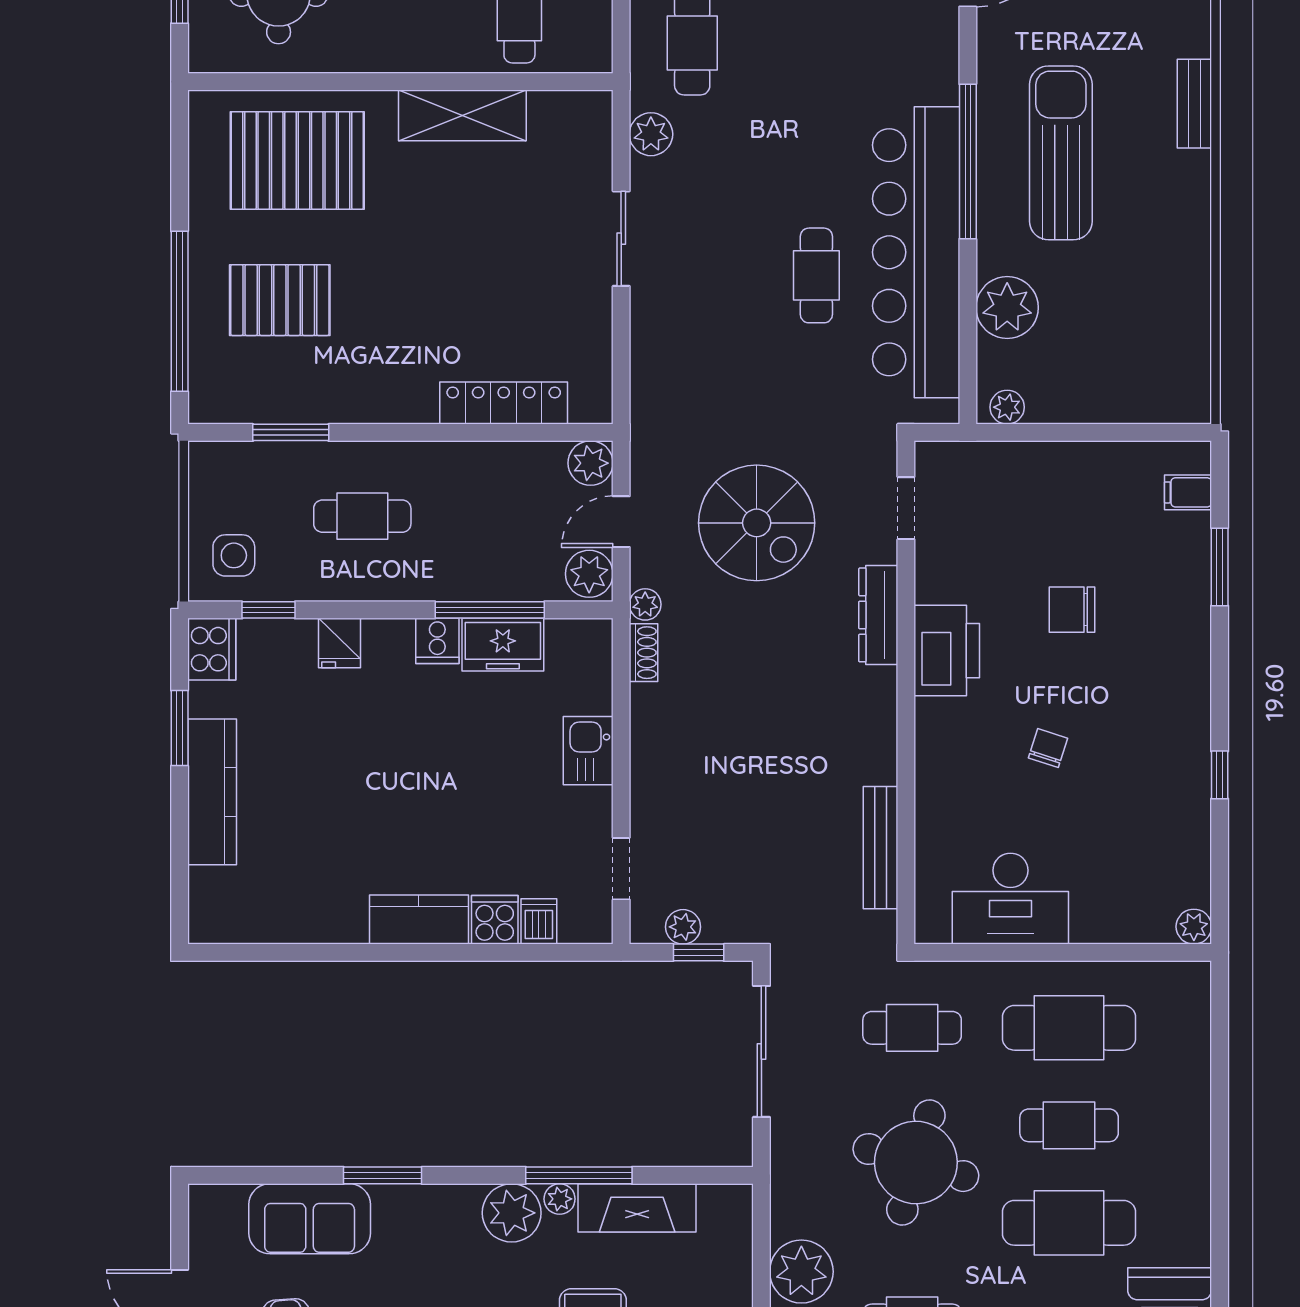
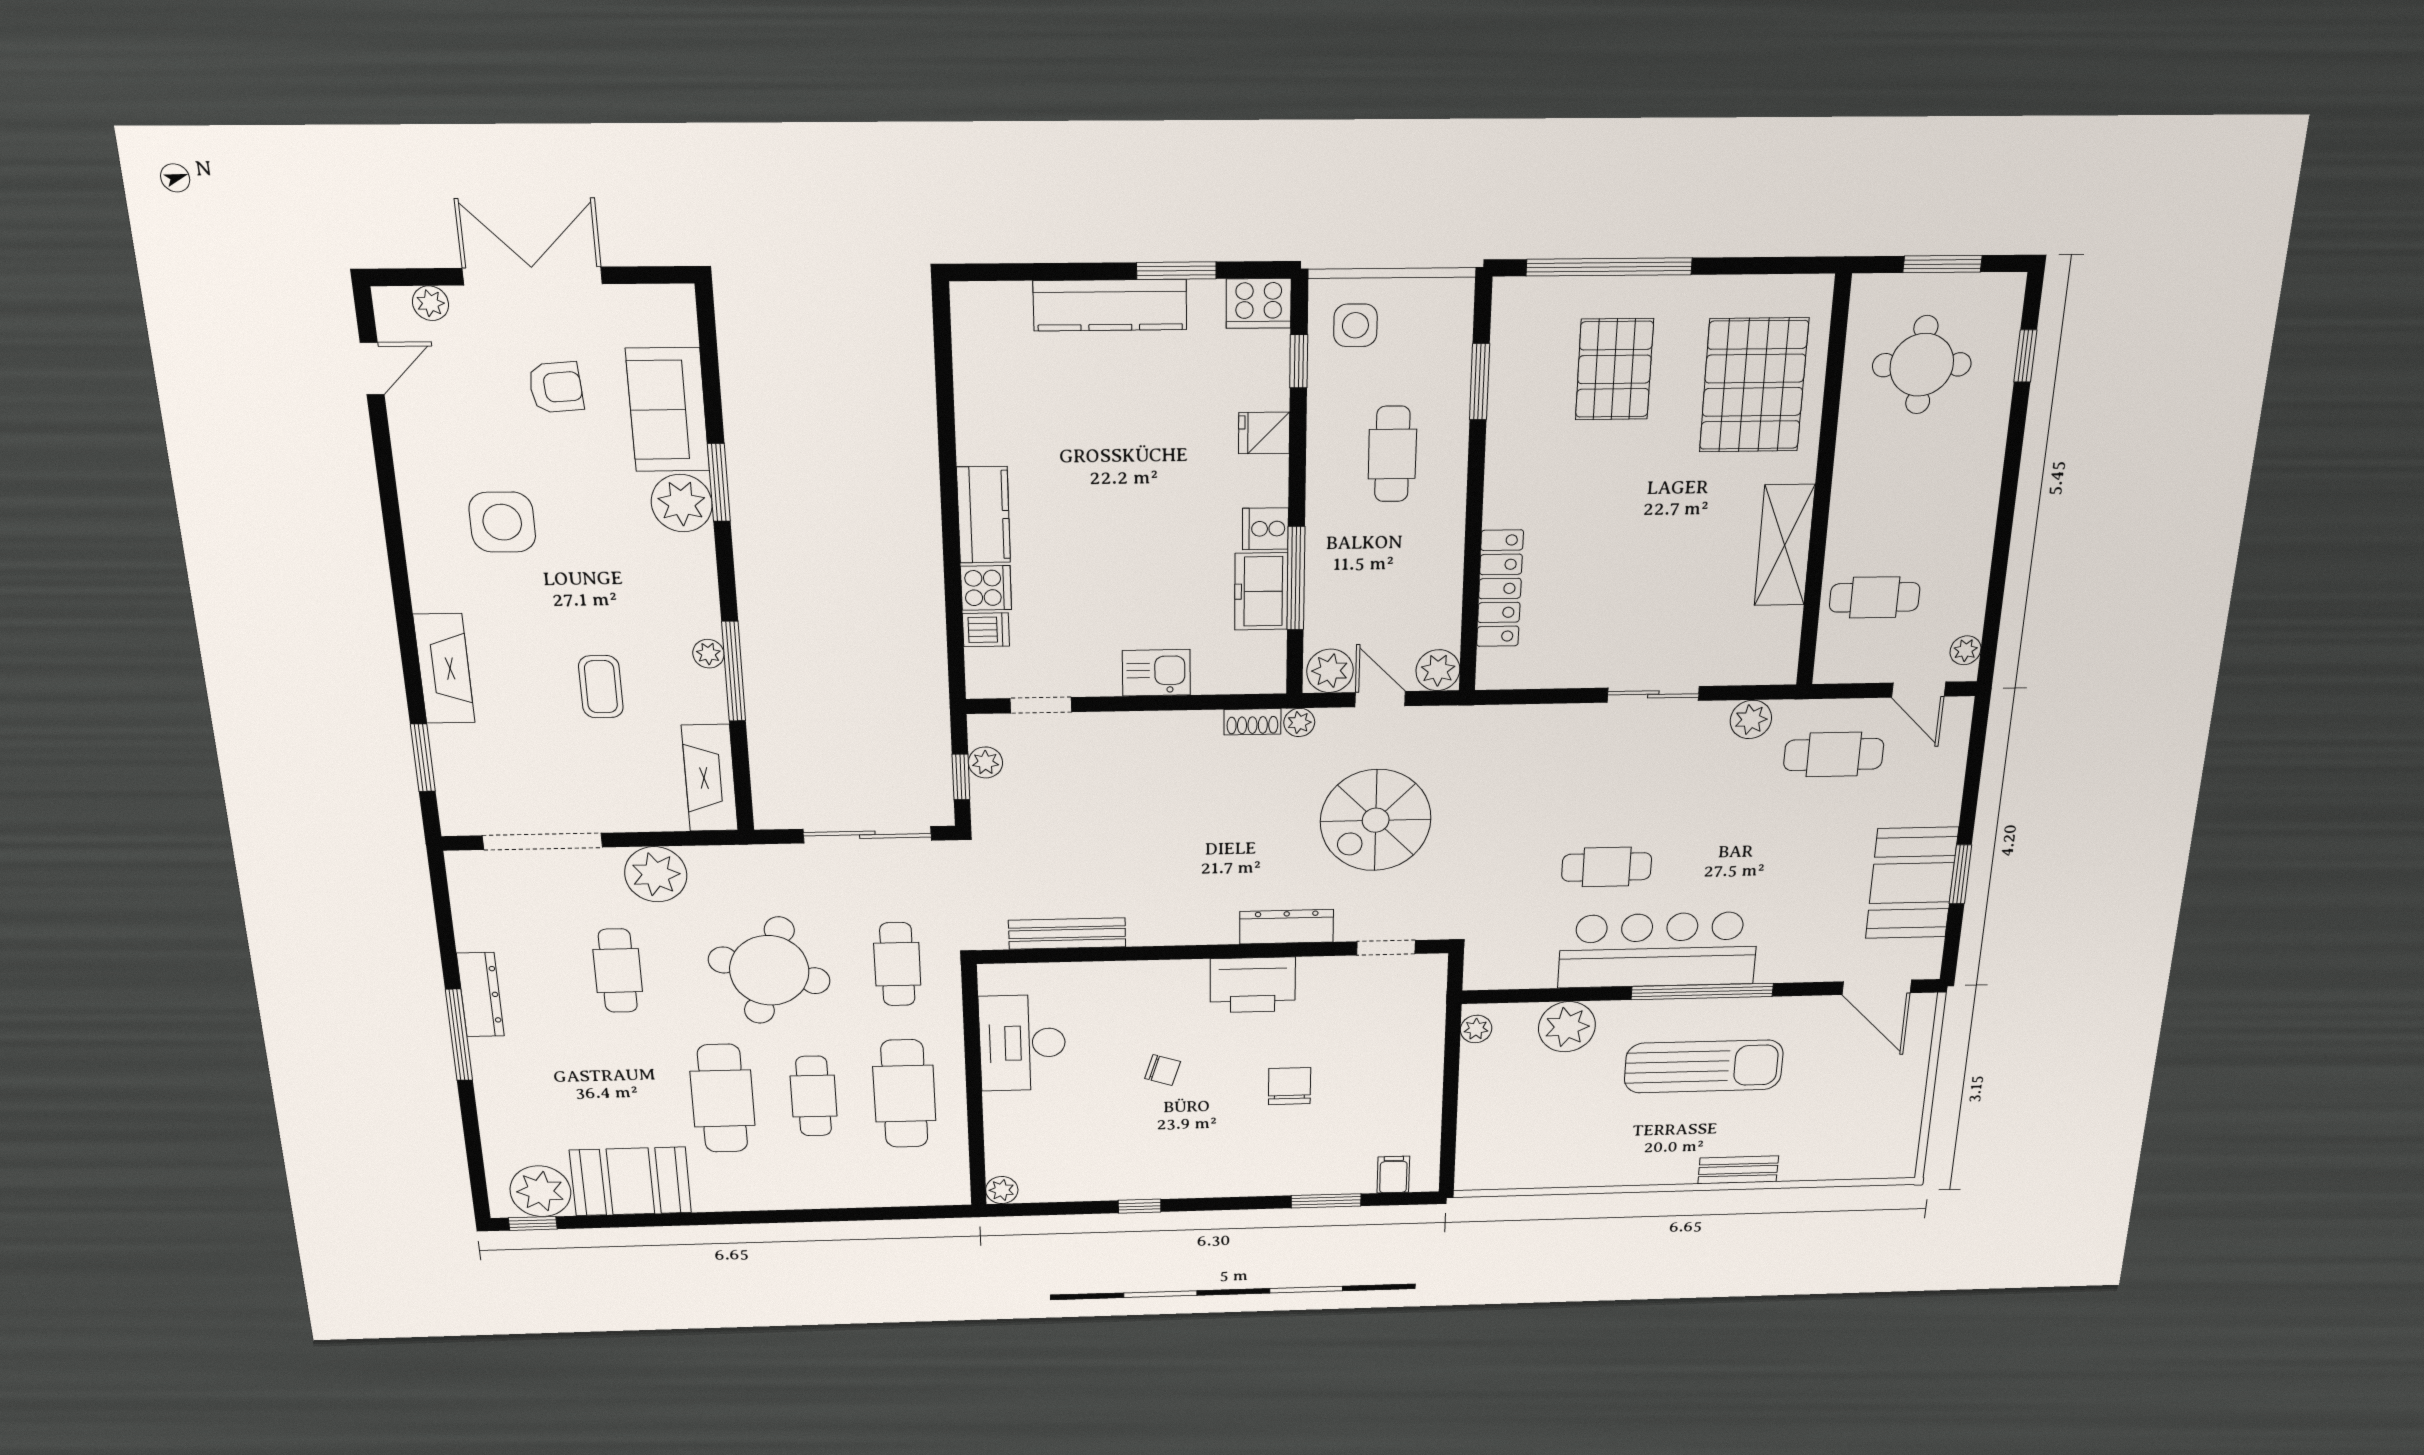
bar counter: (916, 252) -> (1658, 950), width x0.73
fireplace: (637, 1208) -> (710, 778), moved
plant: (512, 1213) -> (682, 503), moved

